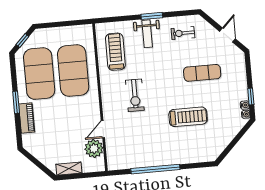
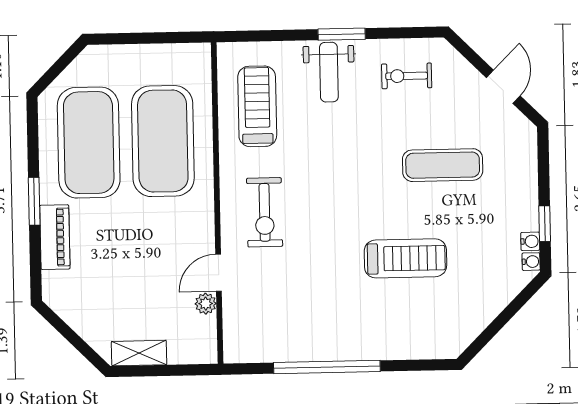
window: (22, 41) -> (57, 68), removed
exercise bike: (135, 95) -> (265, 212), moved
plant: (94, 148) -> (206, 304), width x0.53, depth x0.53

